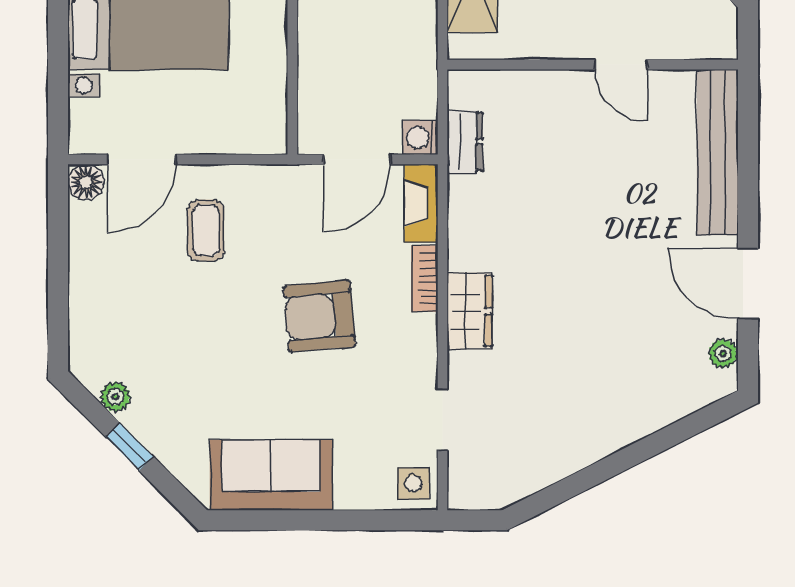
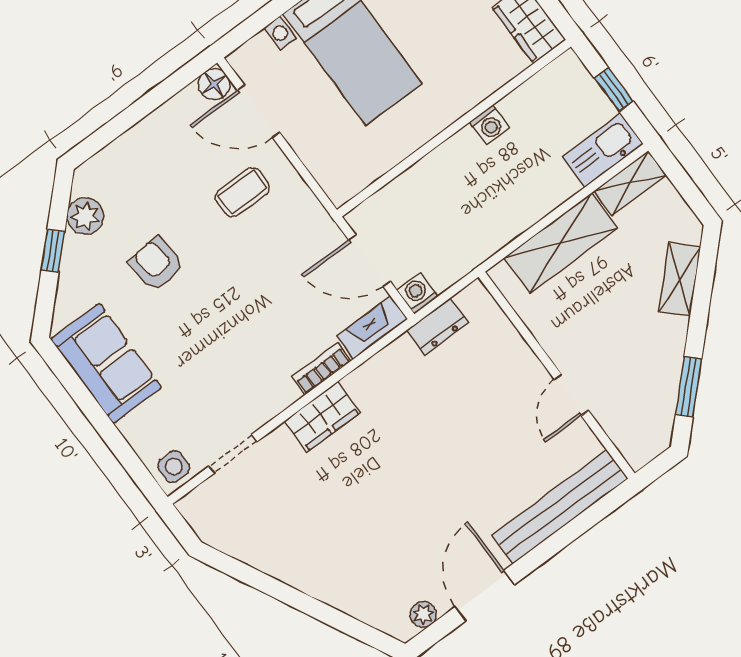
armchair: (319, 316) -> (156, 264), moved, width x0.72, depth x0.72
plant: (115, 397) -> (85, 216), width x1.38, depth x1.38

